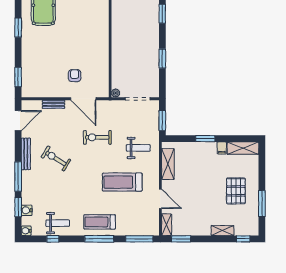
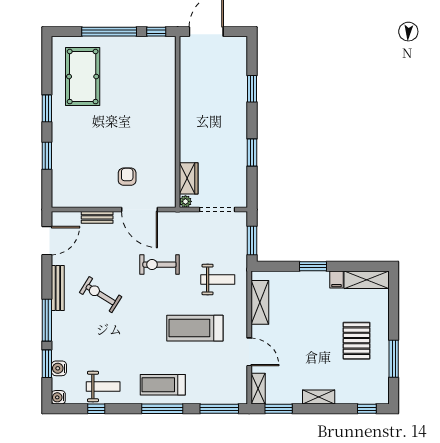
window: (18, 77) -> (47, 156), moved
wardrobe: (118, 77) -> (189, 178), added
shelving: (222, 231) -> (319, 397), moved

